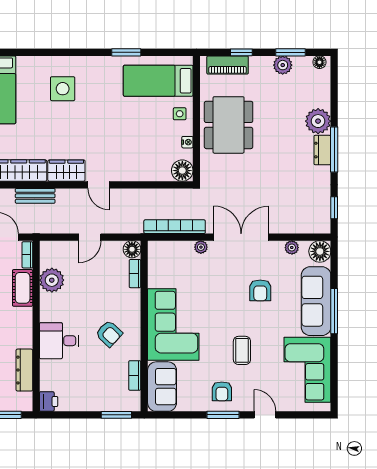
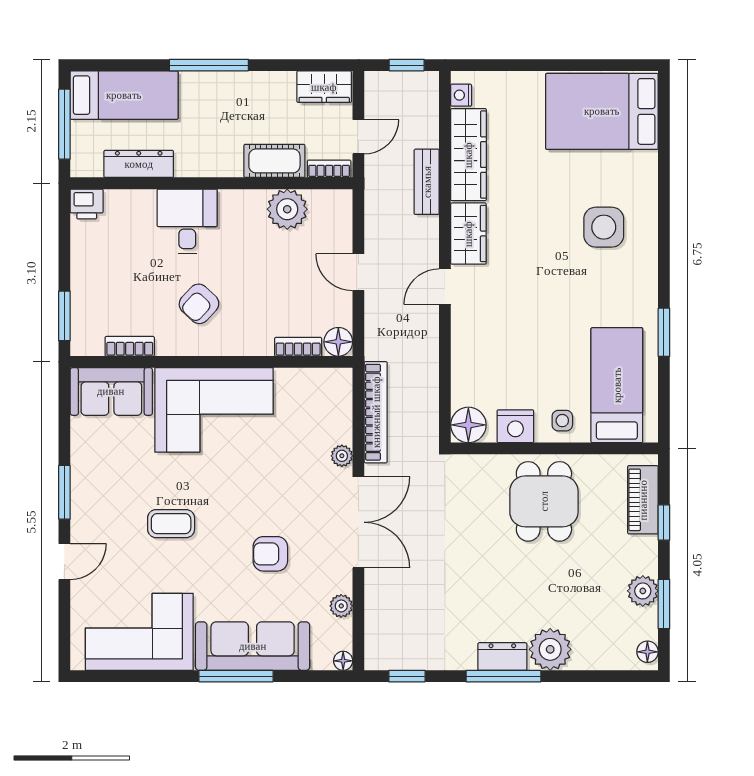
dining table: (229, 125) -> (544, 501), width x0.73
nightstand: (187, 142) -> (515, 426), width x1.89, depth x1.79
floor lamp: (320, 251) -> (343, 661), width x0.53, depth x0.53
armchair: (222, 391) -> (103, 490), removed

